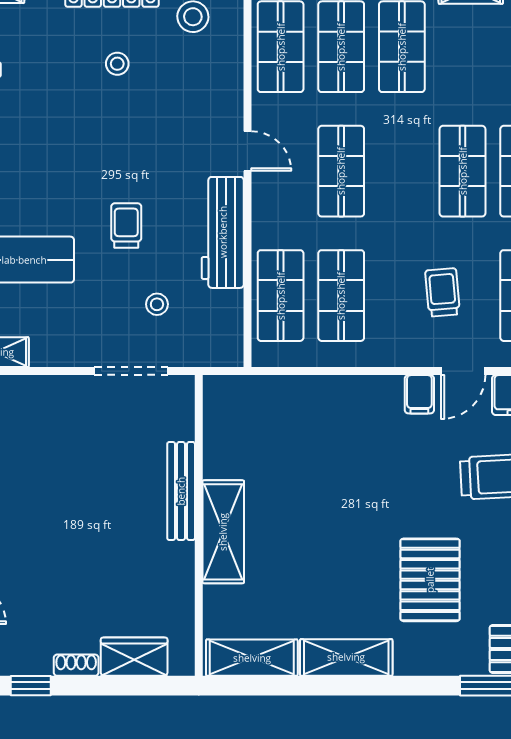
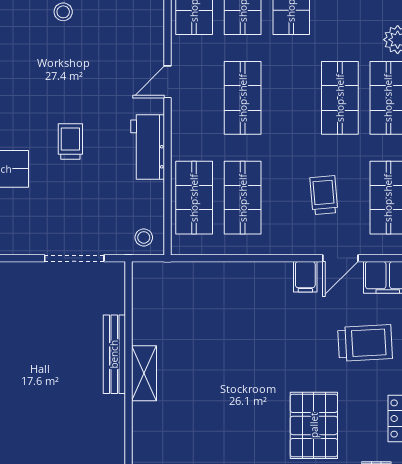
door: (247, 151) -> (168, 82), swing flipped
workbench: (223, 232) -> (148, 147), width x0.73
stool: (157, 304) -> (144, 237), moved
shelving: (223, 532) -> (144, 373), width x0.67, depth x0.75

